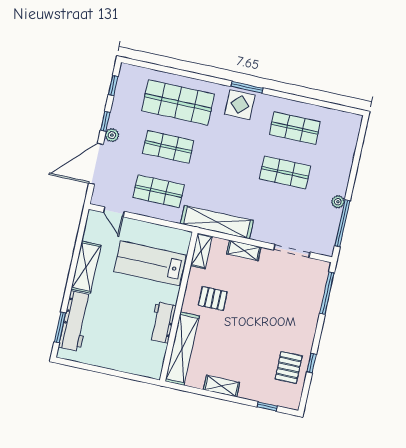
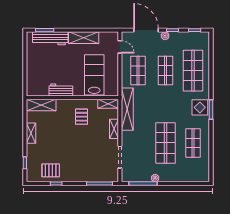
shop shelf: (285, 173) -> (165, 143), width x1.43, depth x1.36
door: (114, 212) -> (120, 47), swing flipped
shelving: (182, 349) -> (41, 105), width x0.68

